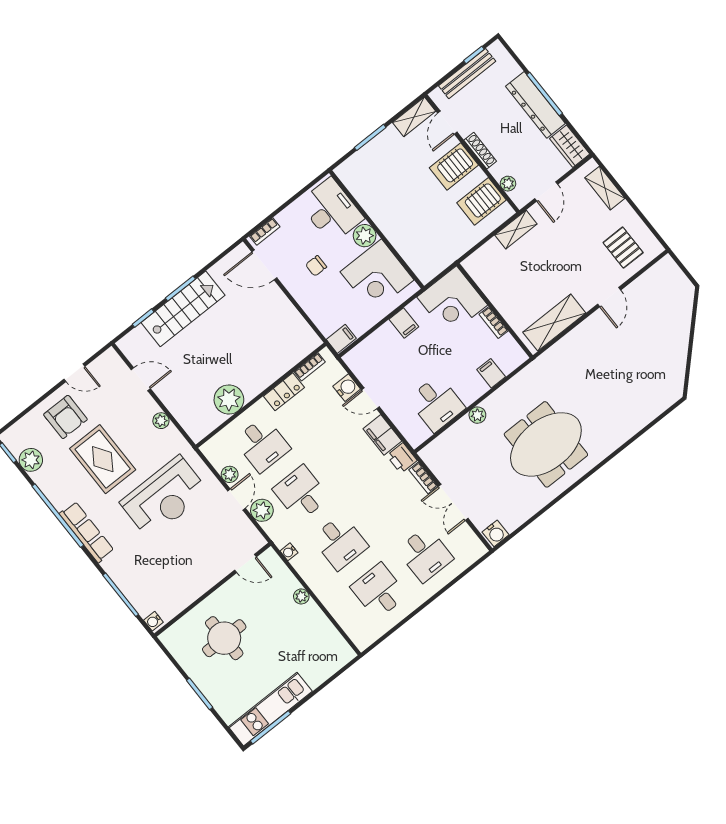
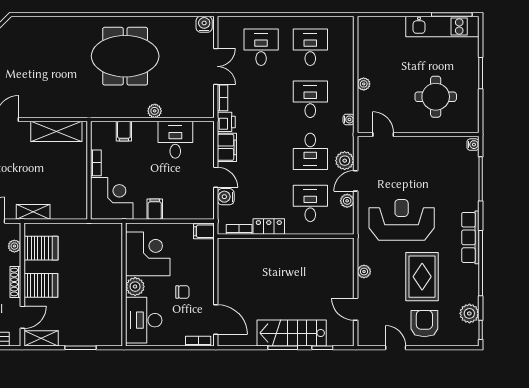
plant: (229, 400) -> (309, 250), removed
desk: (379, 591) -> (310, 47), turned 180

